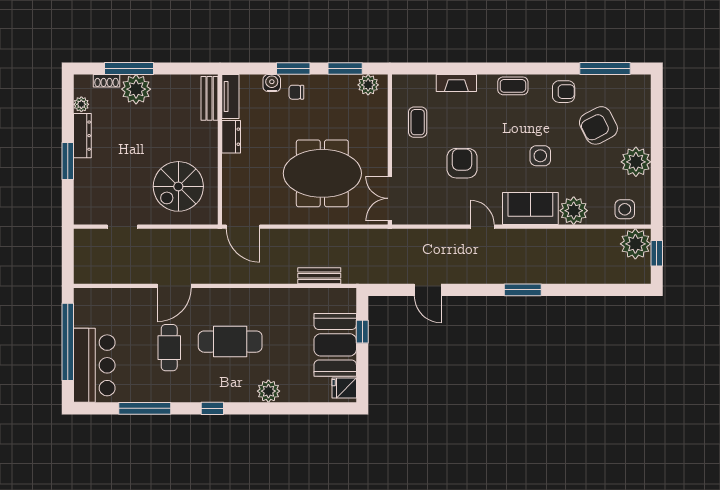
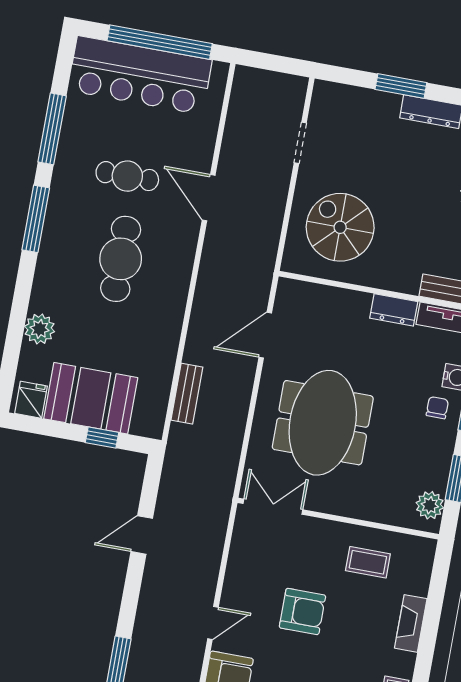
door: (243, 227) -> (265, 335), moved
bar counter: (94, 365) -> (140, 75), width x1.36
plant: (268, 391) -> (40, 329), moved
window: (212, 408) -> (36, 219), width x2.17

